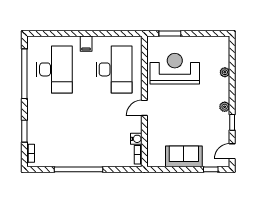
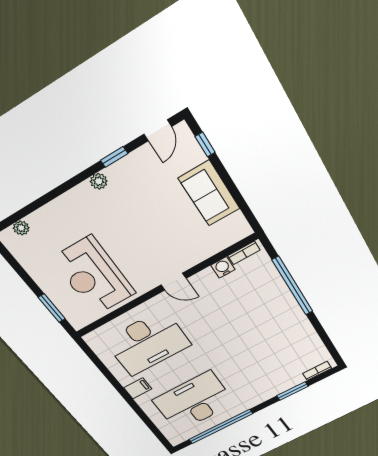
desk: (114, 69) -> (147, 343), turned 180
plant: (225, 72) -> (21, 228), moved
door: (232, 151) -> (158, 130), hinge flipped
window: (78, 169) -> (293, 286), moved

